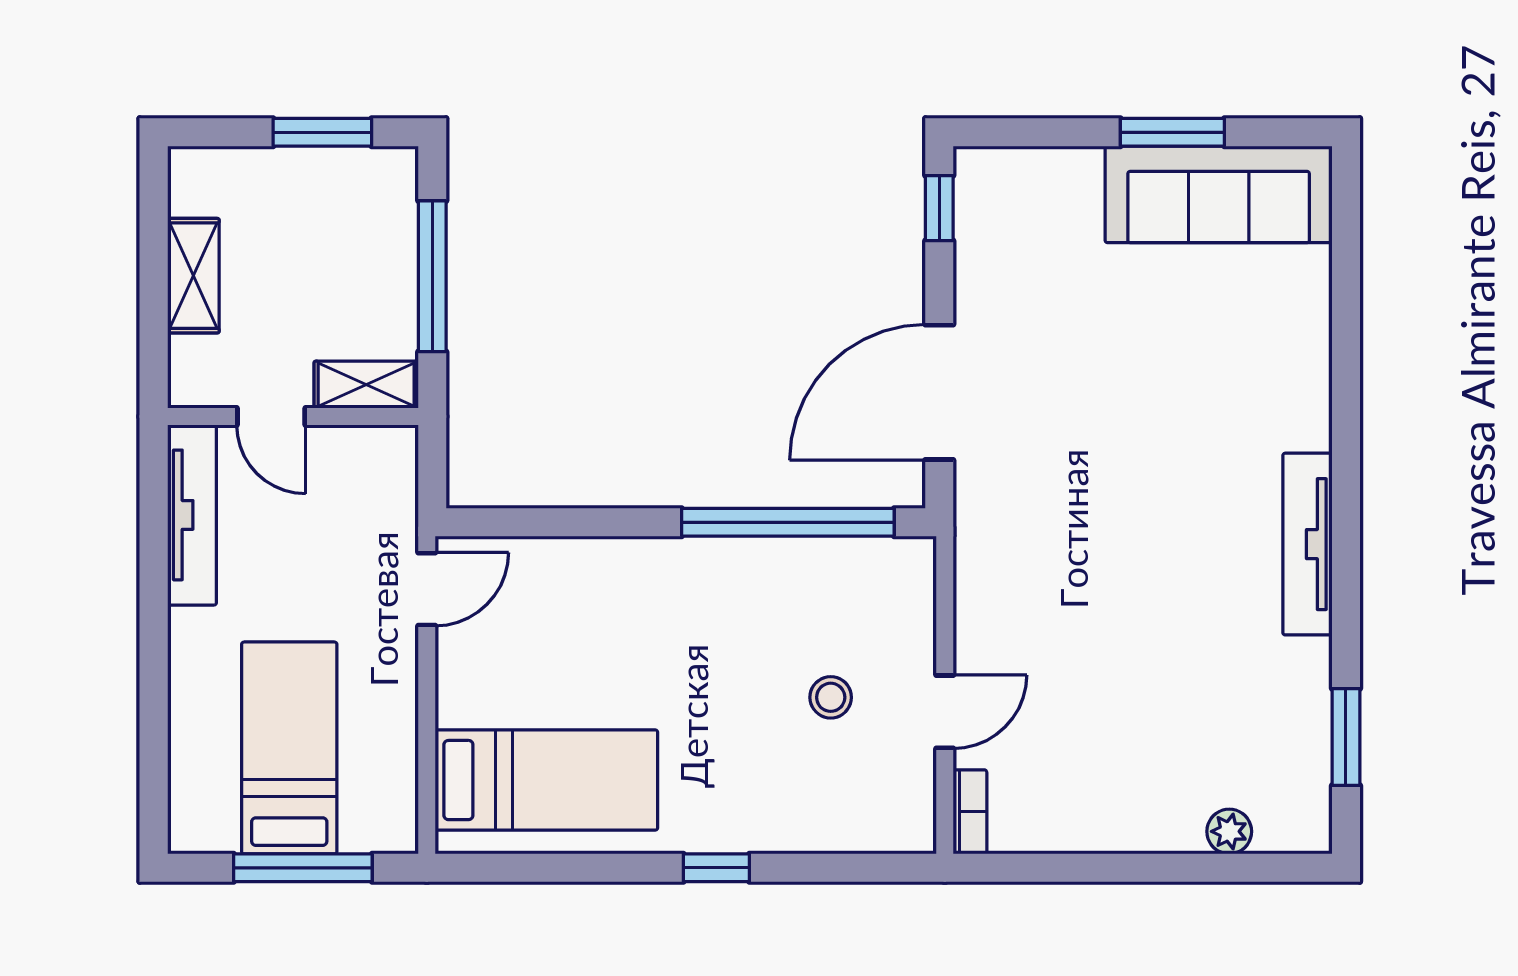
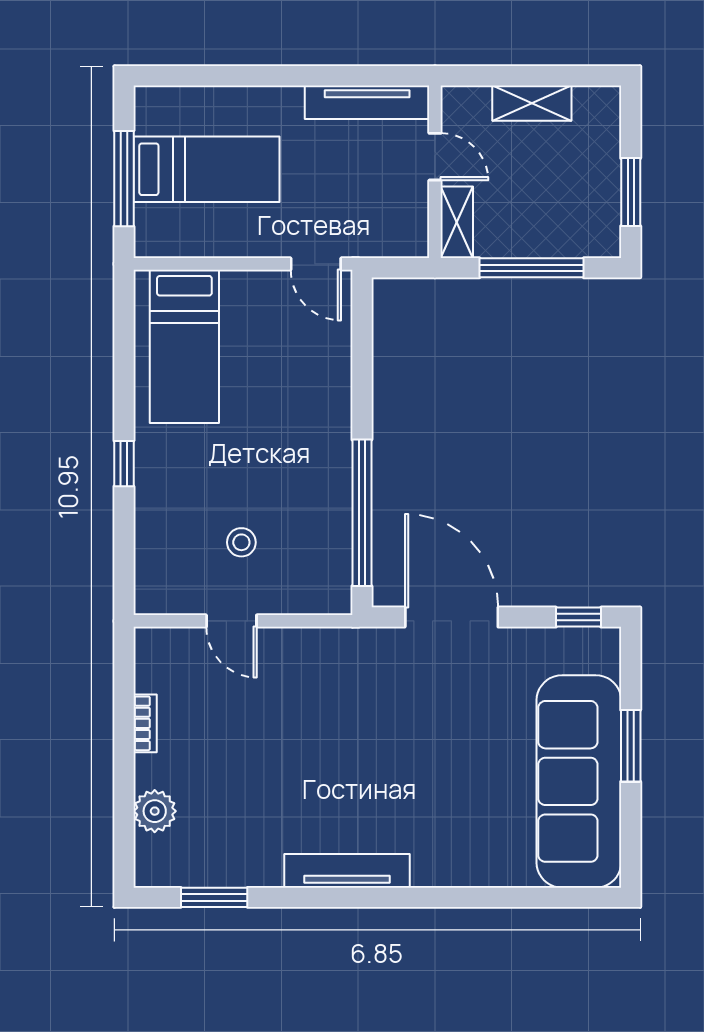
window: (1172, 132) -> (631, 746), moved
sofa: (1219, 194) -> (579, 781), width x1.36, depth x1.27
door: (271, 416) -> (435, 157), swing flipped
bookcase: (970, 812) -> (145, 723), moved, turned -90
plant: (1229, 831) -> (155, 811), width x1.38, depth x1.38

